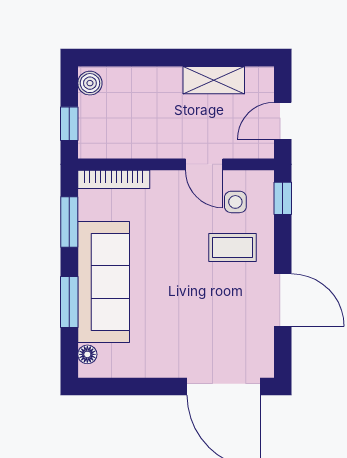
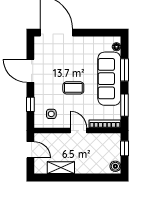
door: (283, 121) -> (30, 150), hinge flipped
door: (204, 164) -> (79, 130), moved
window: (283, 198) -> (30, 104), moved
coffee table: (232, 247) -> (73, 88), moved

